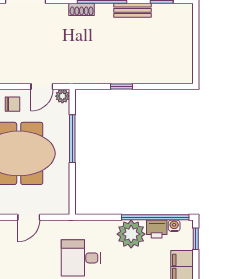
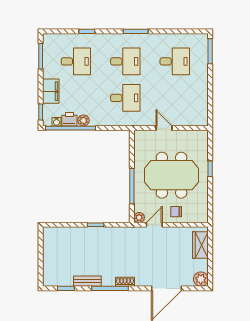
door: (29, 217) -> (164, 128), hinge flipped
plant: (131, 234) -> (84, 120), width x0.53, depth x0.53

